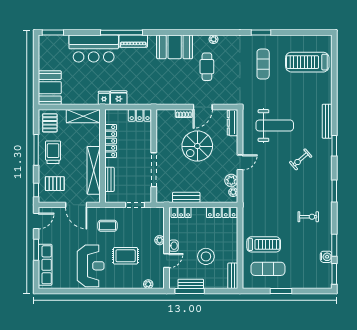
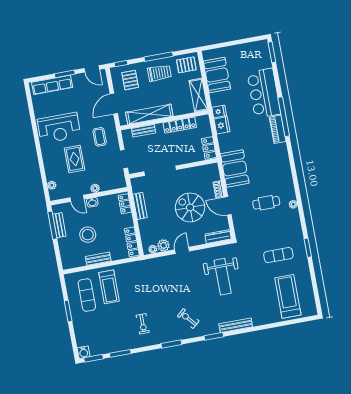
booth: (175, 47) -> (235, 168), moved
booth: (50, 88) -> (217, 75), moved, turned 90
exercise bike: (301, 159) -> (188, 318), moved
door: (240, 162) -> (182, 250), swing flipped
water cooler: (326, 257) -> (84, 352), moved
bench: (233, 276) -> (98, 259), moved

